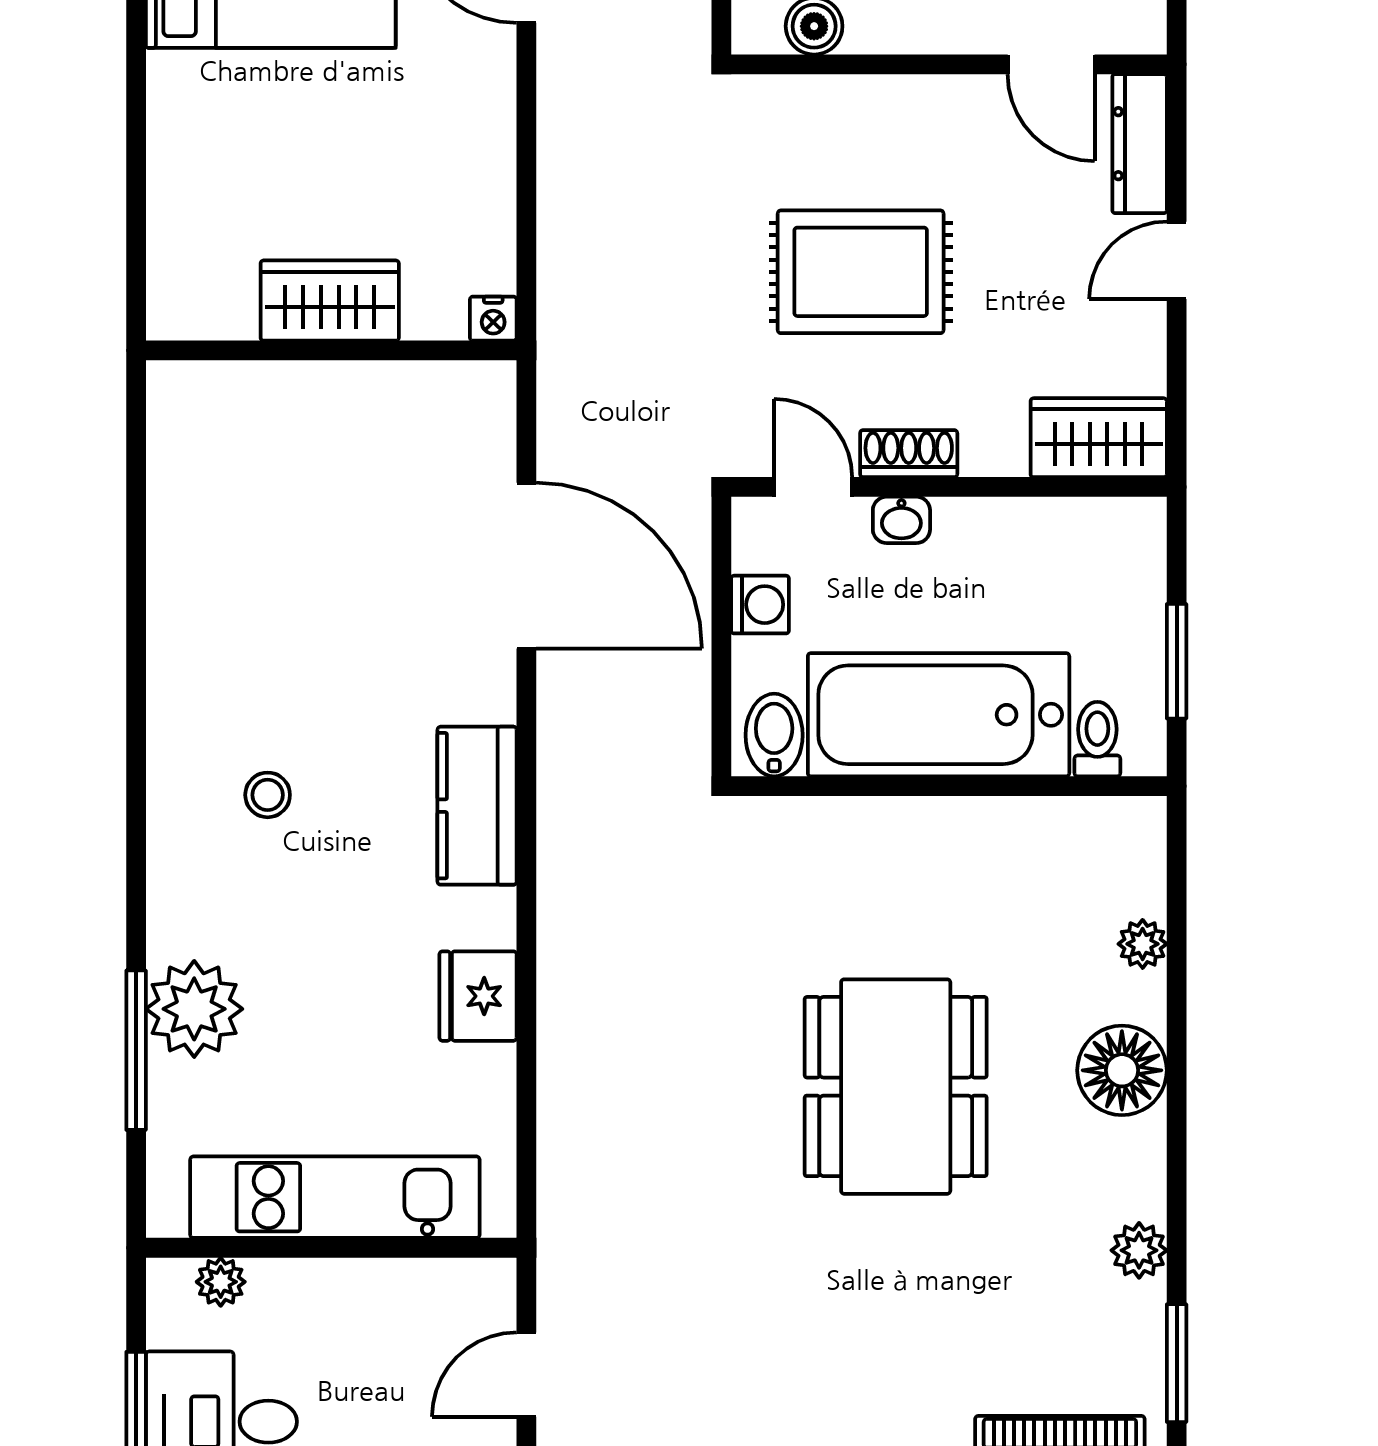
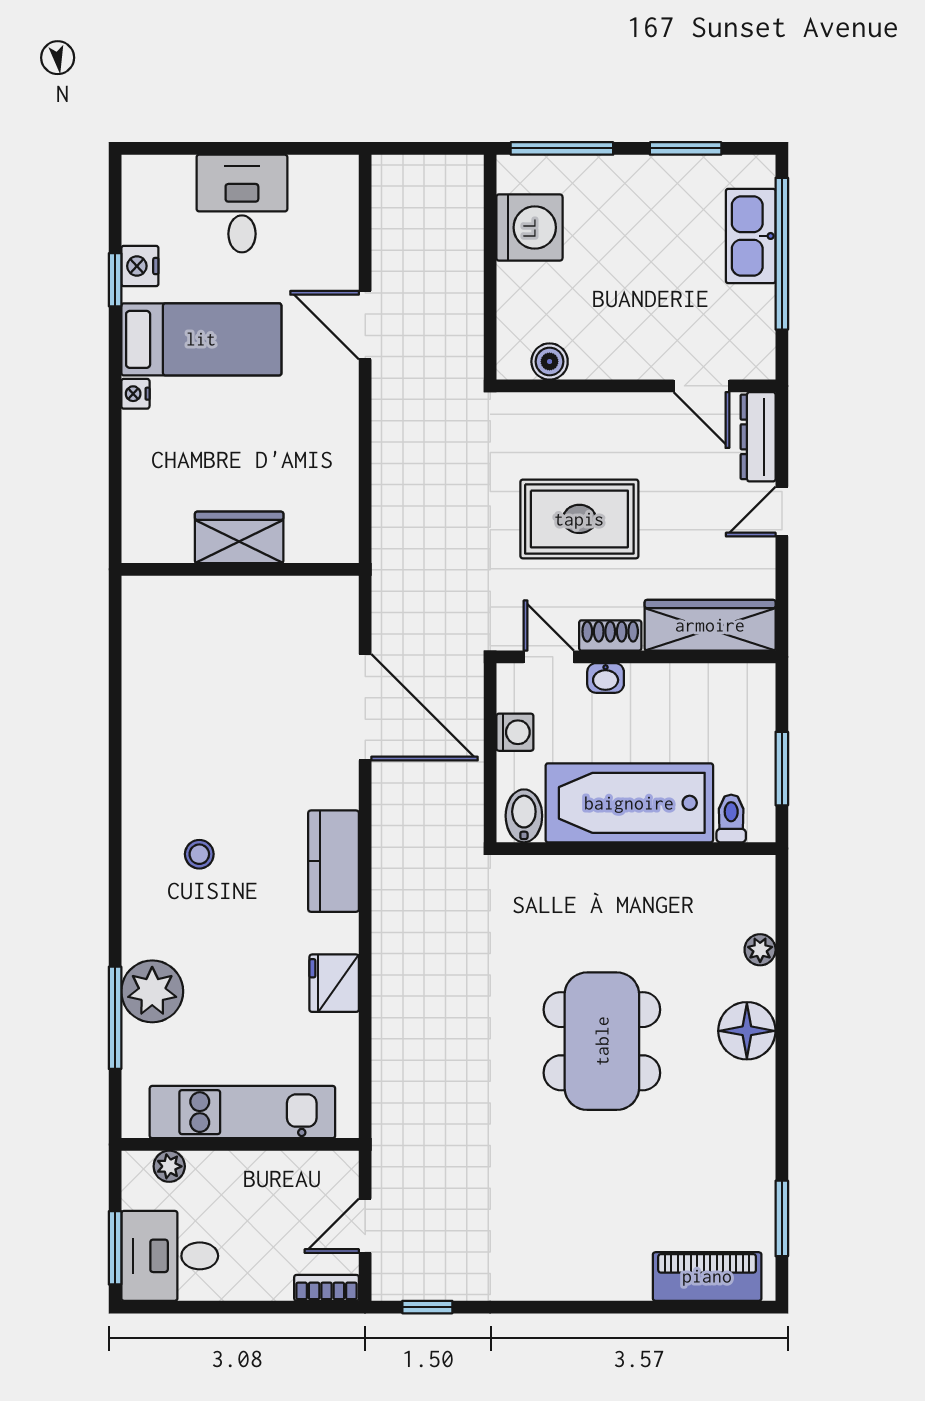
nightstand: (493, 319) -> (135, 394), moved, turned 90
wardrobe: (1099, 438) -> (710, 625), width x1.50
plant: (1139, 1250) -> (758, 1146), removed

